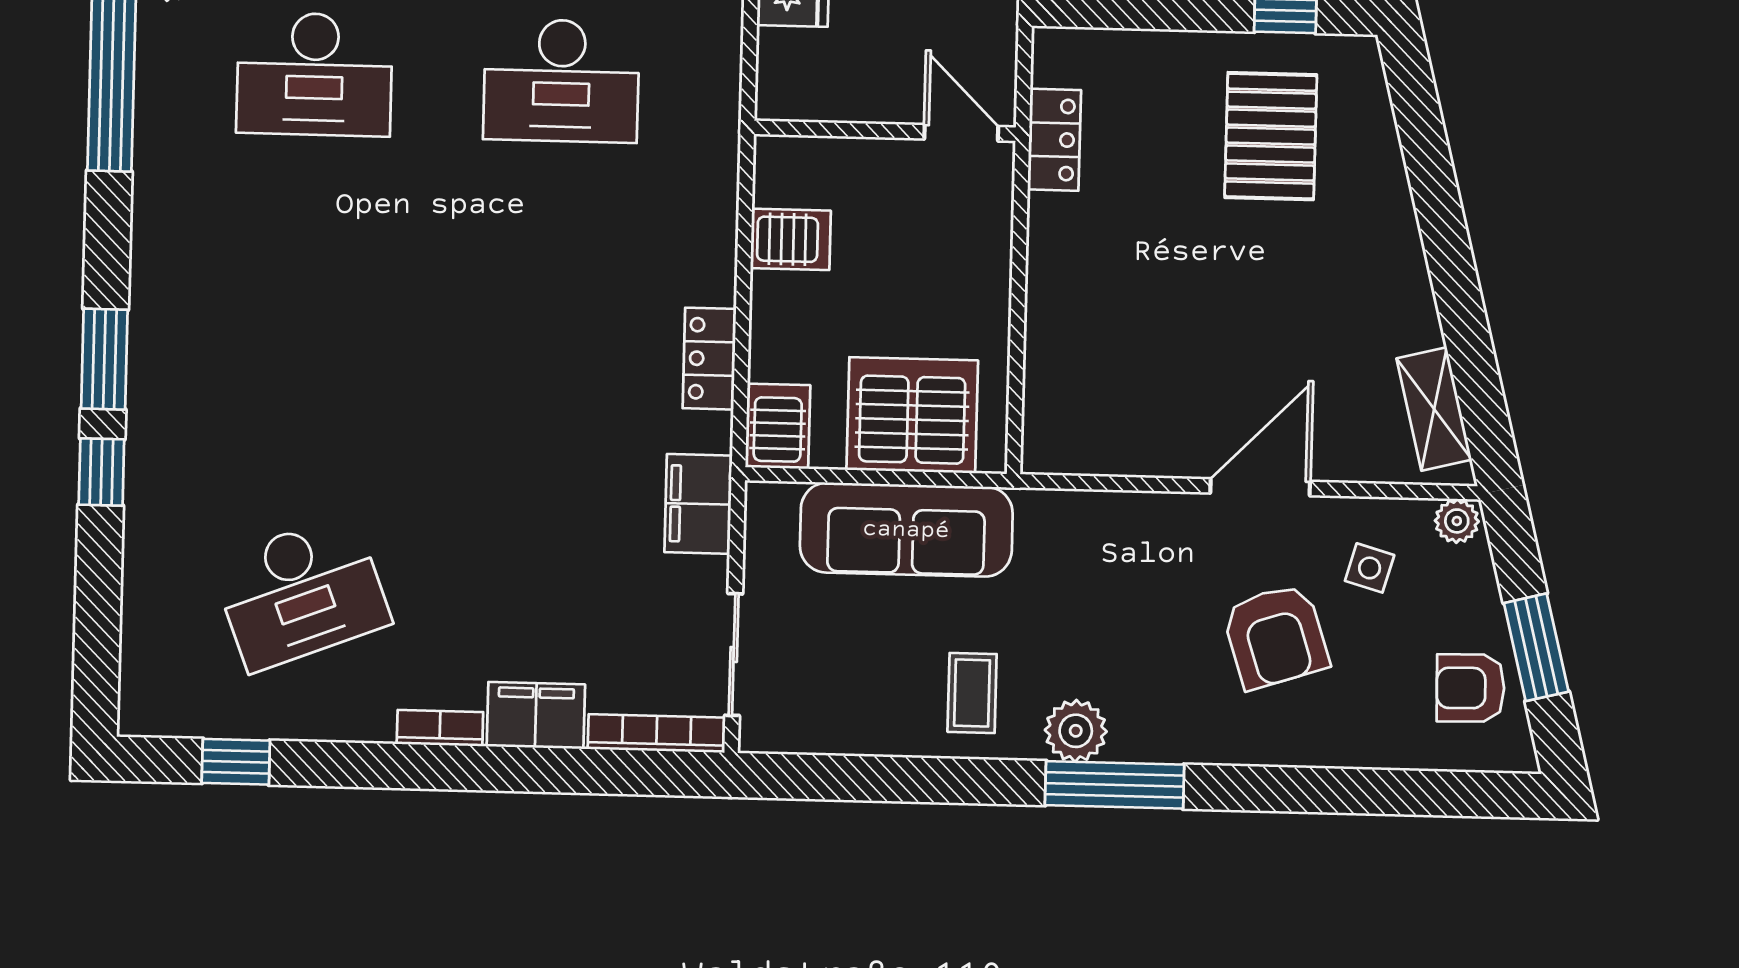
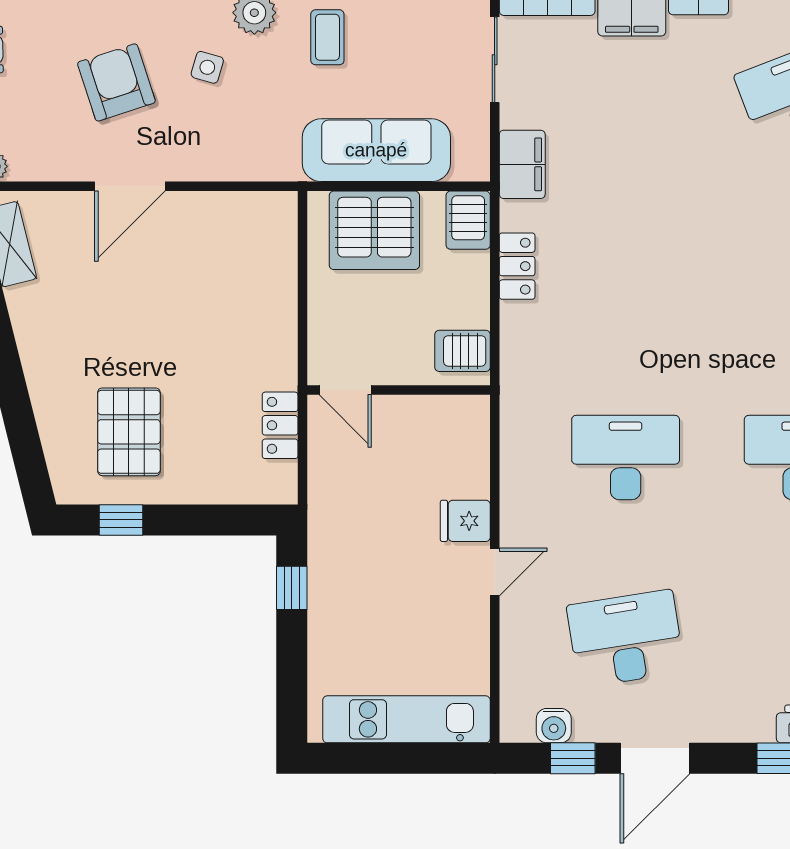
wall: (885, 131) -> (399, 390), moved
door: (961, 133) -> (345, 390), moved
side table: (1370, 568) -> (207, 67), moved

